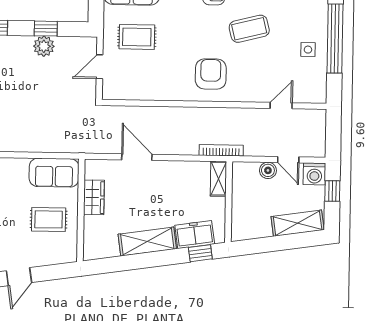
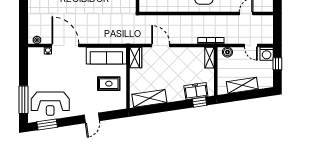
boiler: (268, 170) -> (227, 52), moved
sofa: (54, 173) -> (106, 56), width x1.36
wardrobe: (94, 197) -> (136, 58), moved
shelving: (298, 223) -> (242, 85), moved
shelving: (147, 242) -> (149, 98), moved

